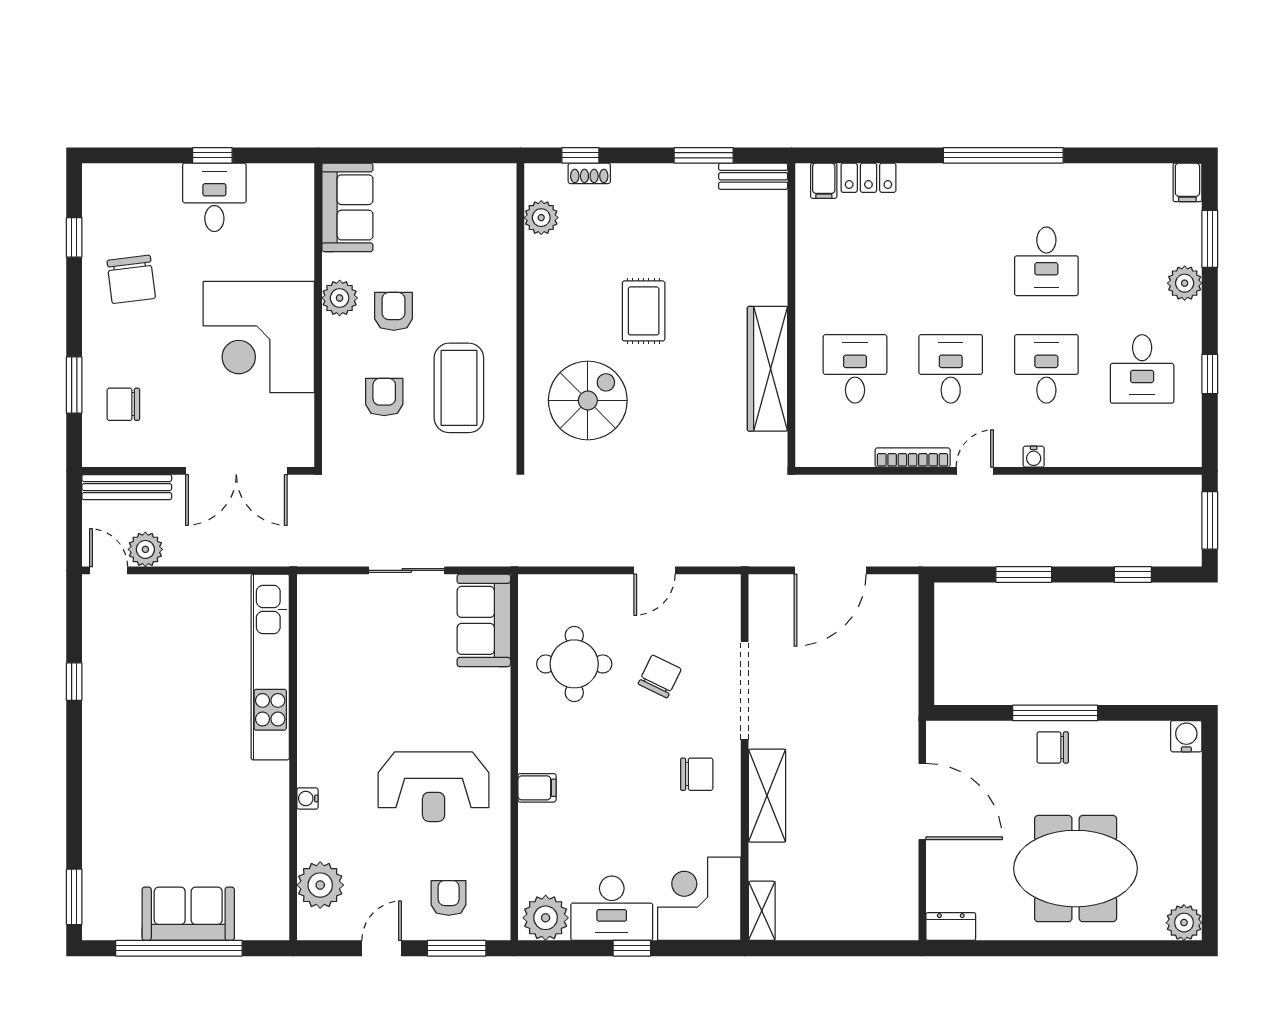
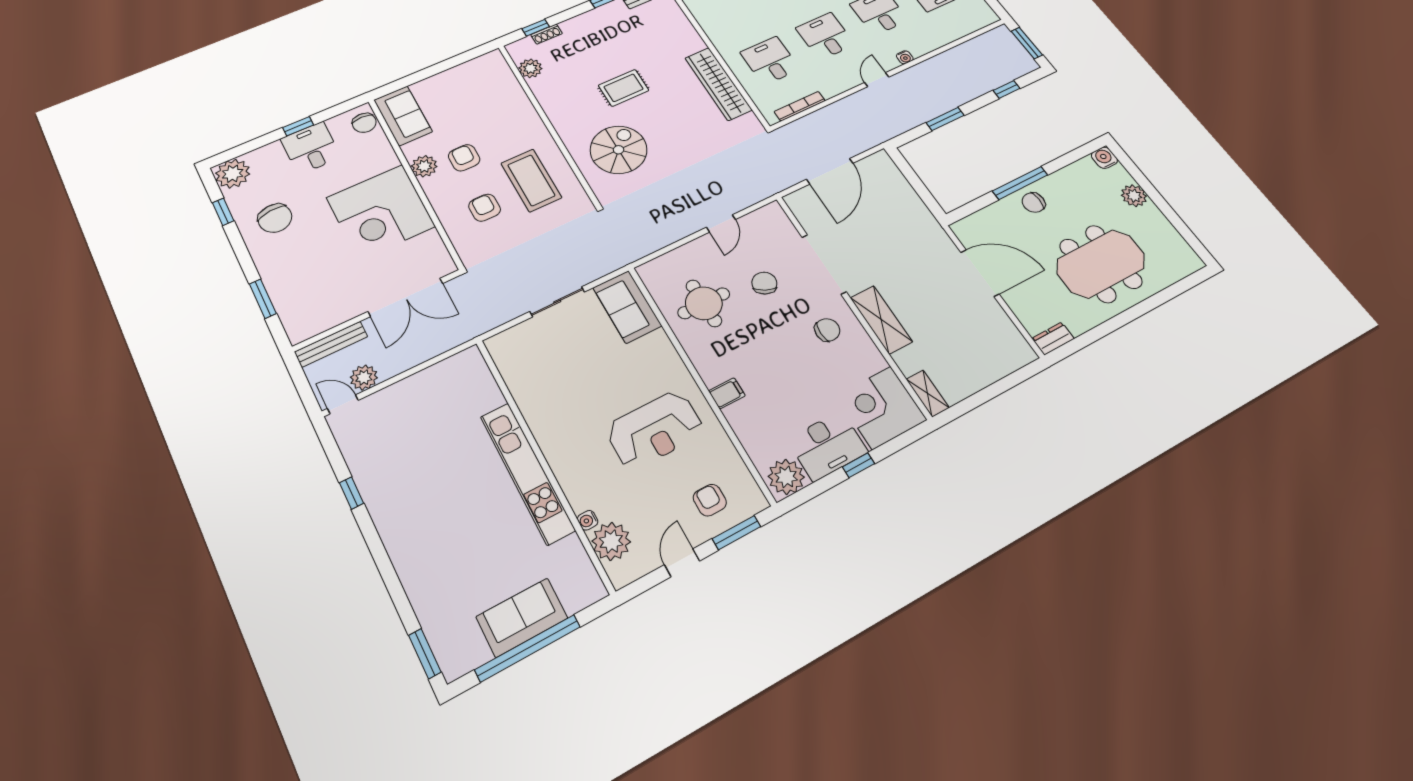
plant: (106, 186) -> (233, 174), added
rug: (644, 311) -> (624, 88), turned 90
chair: (123, 404) -> (364, 123), moved, turned -90
bookcase: (913, 457) -> (800, 106), moved
kitchen unit: (270, 667) -> (527, 473), moved
water cooler: (307, 798) -> (588, 520), moved
plant: (1184, 923) -> (1134, 196), moved

